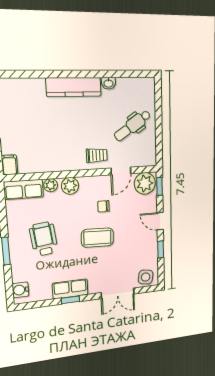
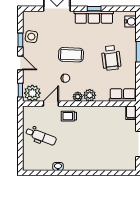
kitchen counter: (74, 87) -> (83, 164), removed
dental chair: (132, 126) -> (41, 136), turned 55
plant: (51, 185) -> (78, 97), moved
side table: (146, 277) -> (31, 37), moved
row of seats: (70, 289) -> (94, 17), width x1.48

